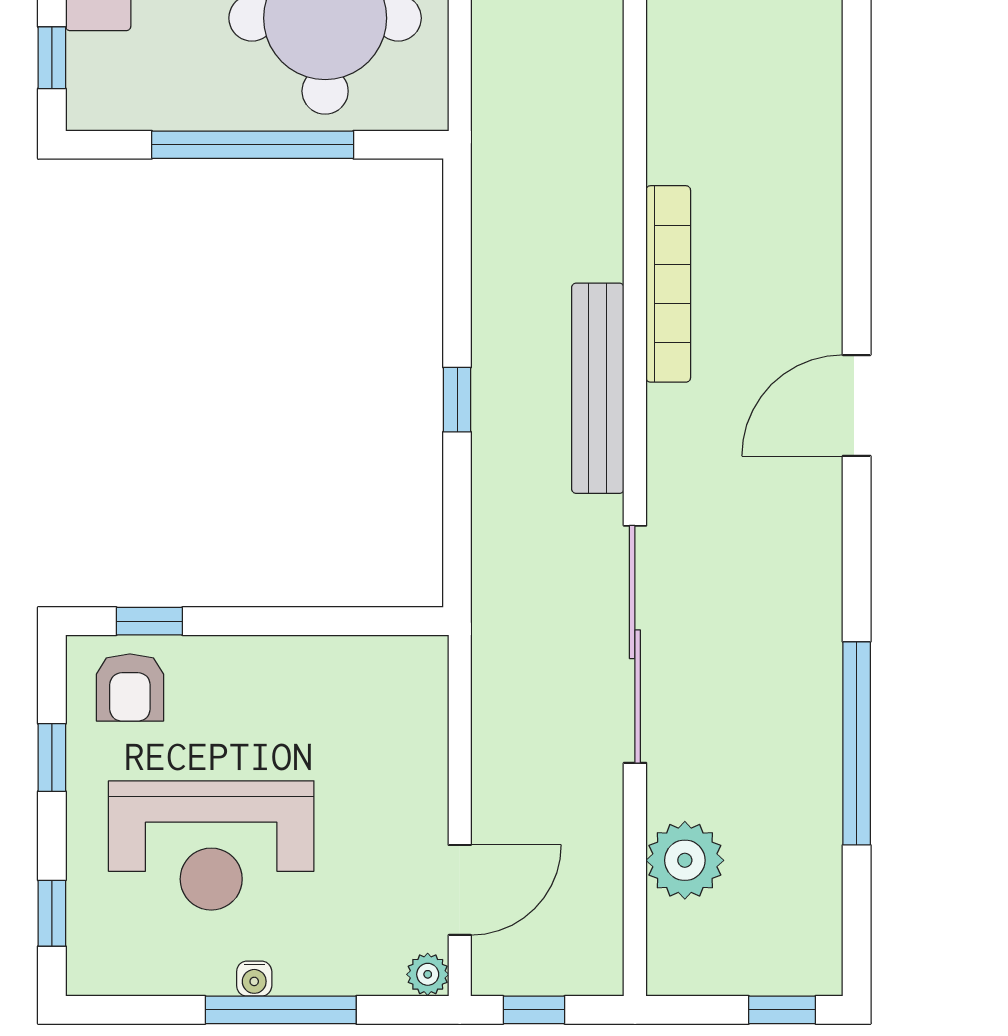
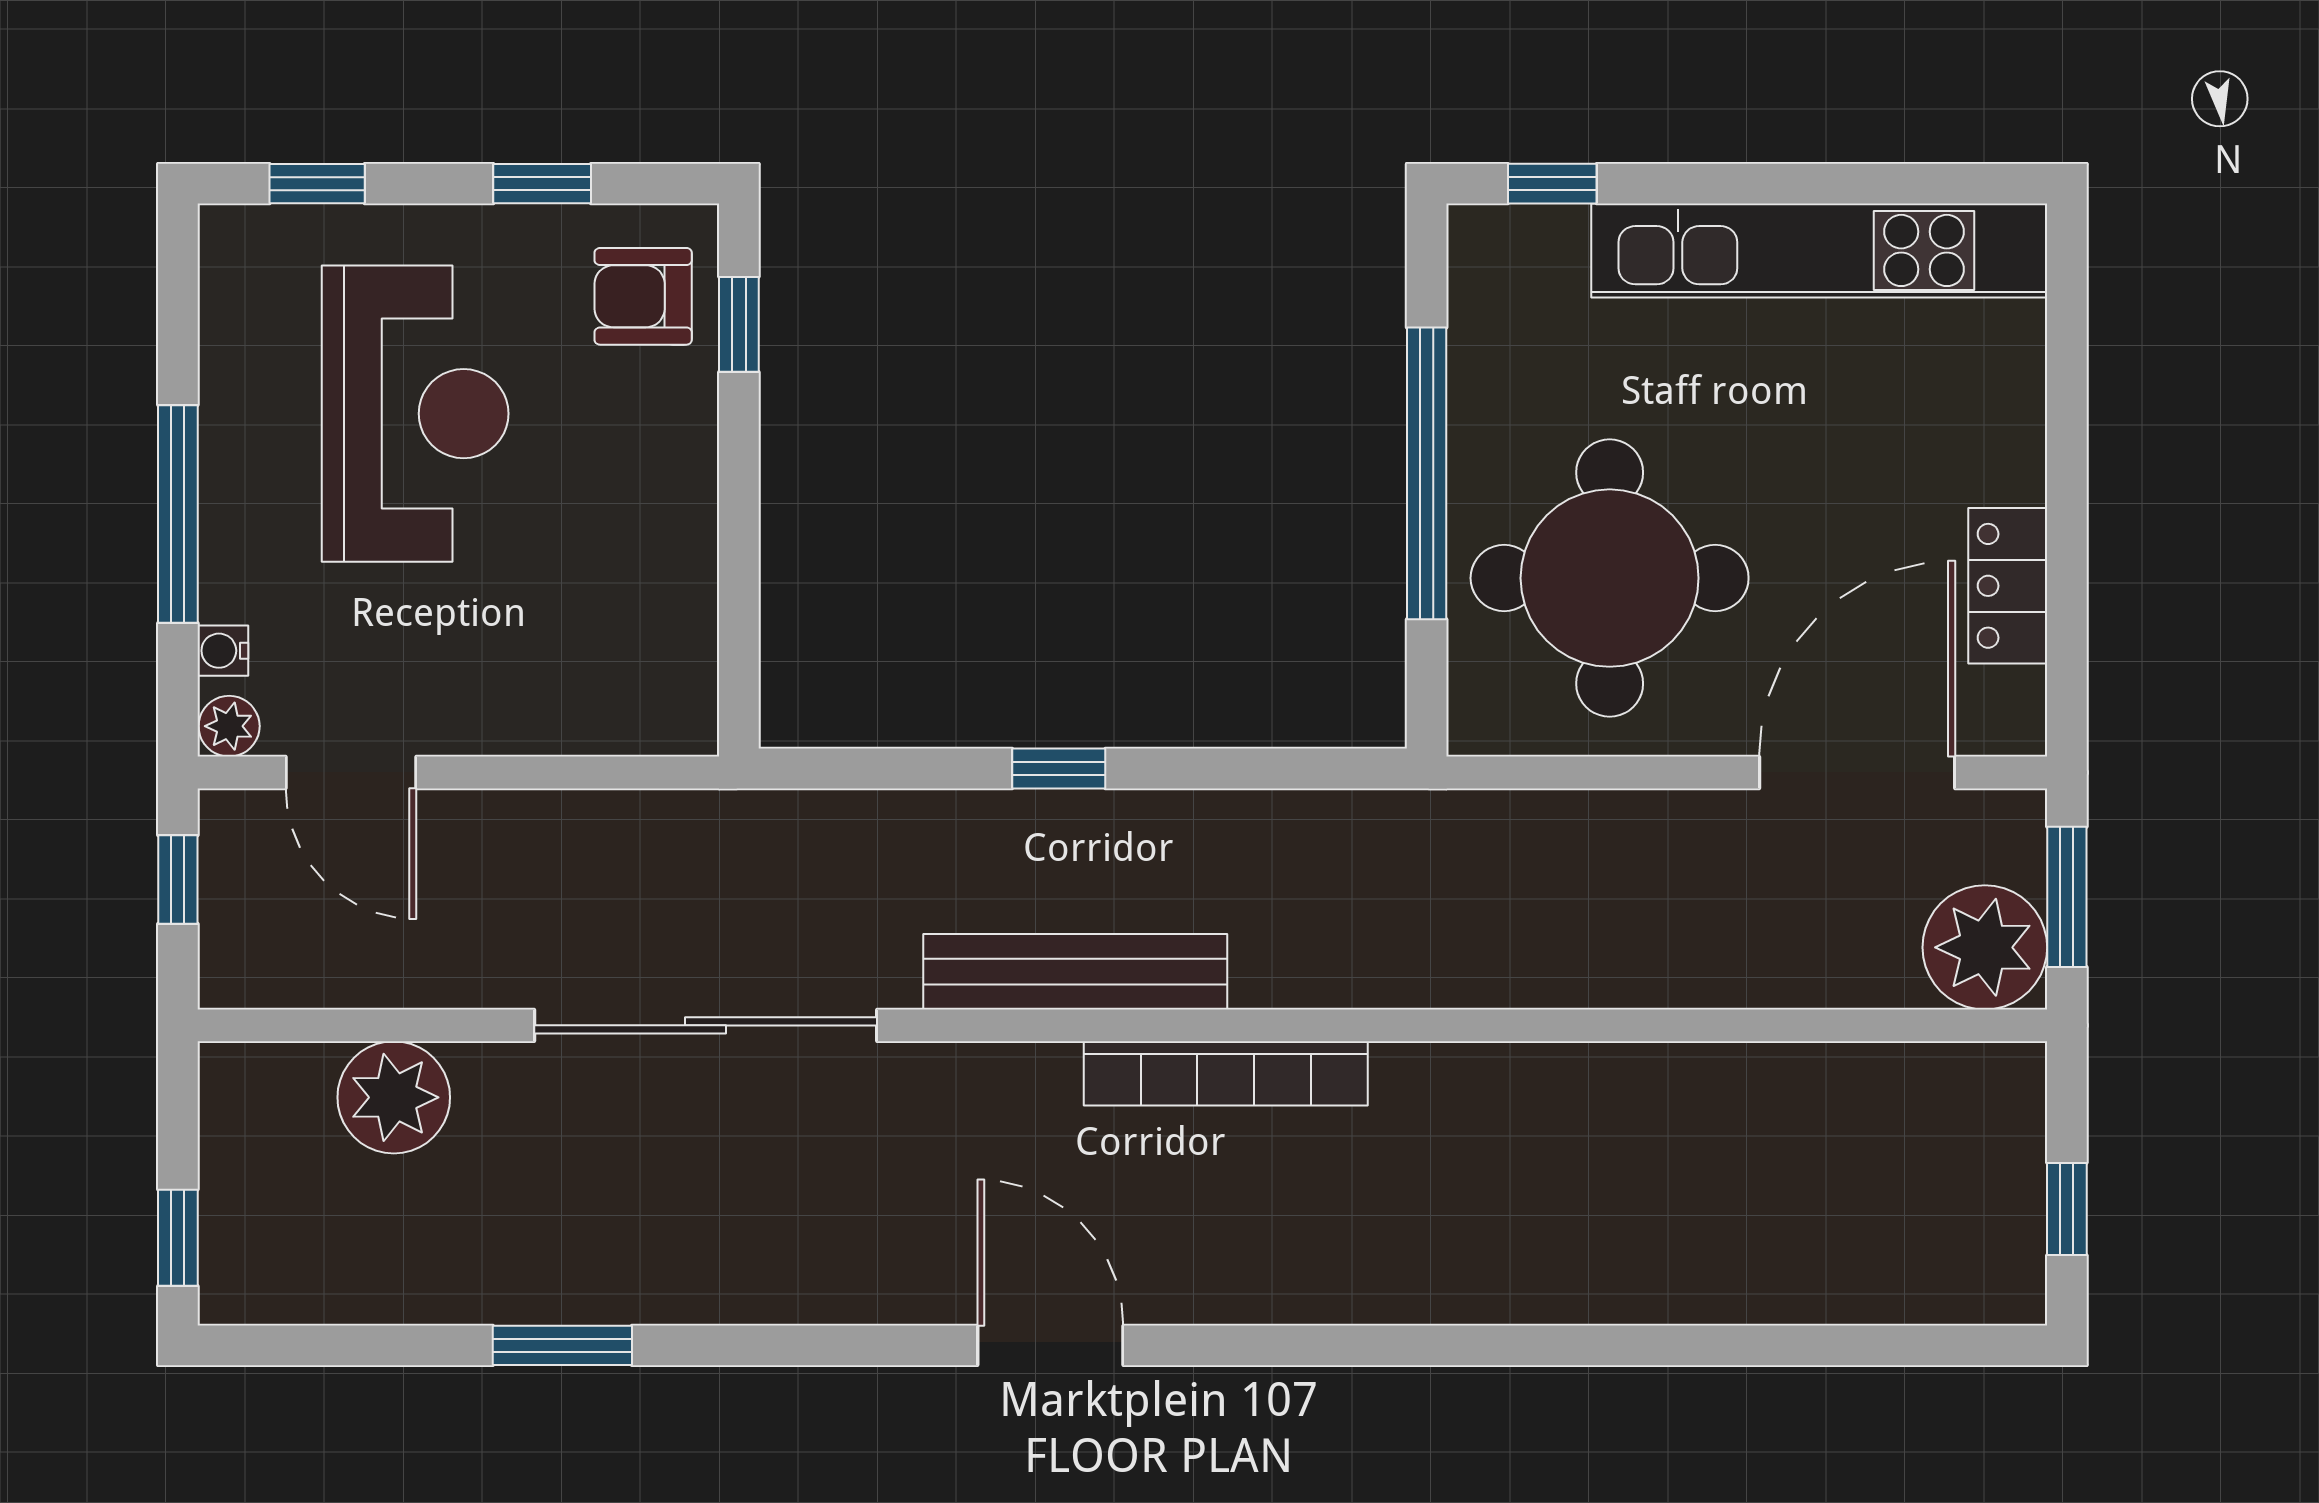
window: (857, 743) -> (562, 1345), width x0.47
reception desk: (211, 845) -> (415, 414), turned 180
water cooler: (254, 979) -> (223, 651), moved

